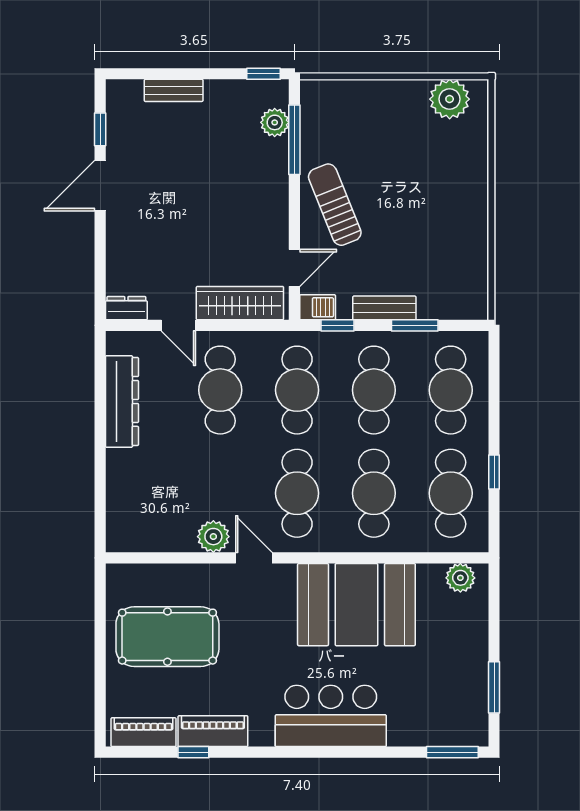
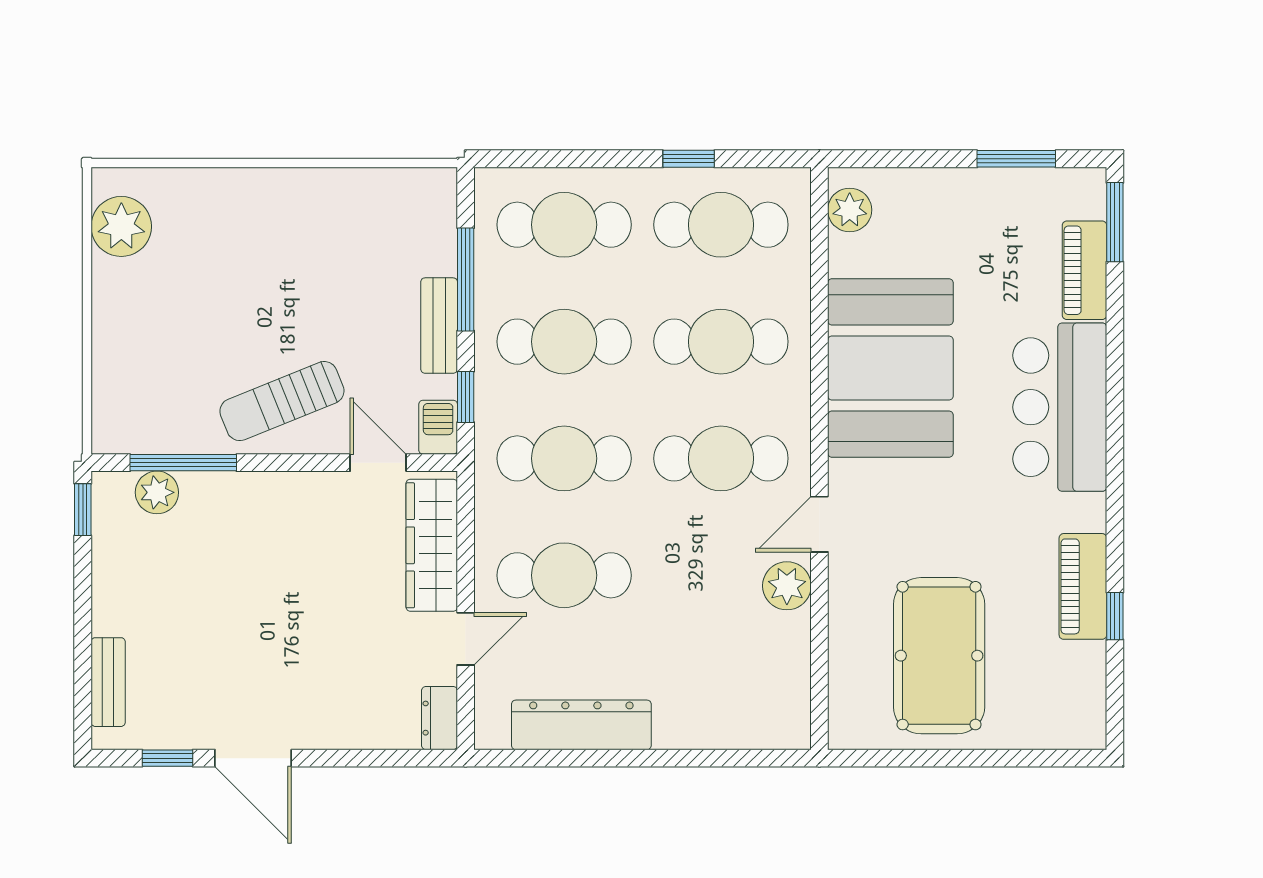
bench: (174, 90) -> (108, 682), moved
window: (415, 325) -> (466, 279), width x1.44
piano: (144, 732) -> (1084, 270), moved

